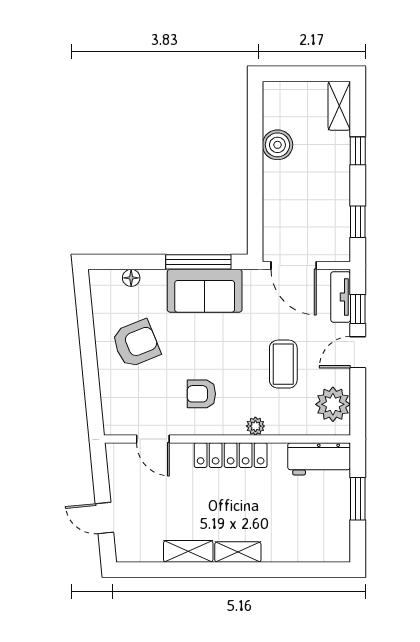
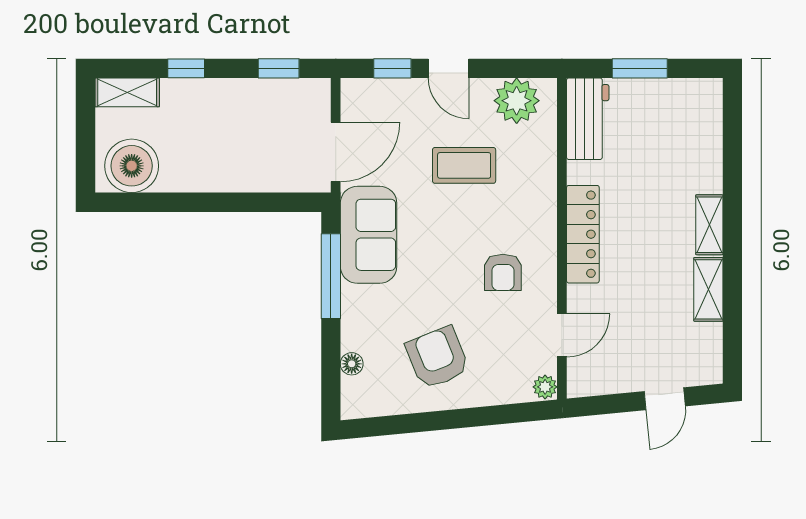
boiler: (277, 145) -> (132, 166), moved, width x1.37, depth x1.37
sofa: (205, 291) -> (369, 235), moved
tv unit: (341, 297) -> (377, 91), removed
plant: (255, 426) -> (545, 387), moved

